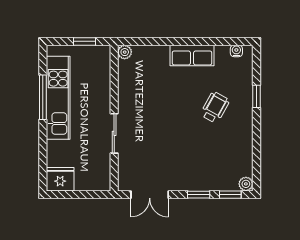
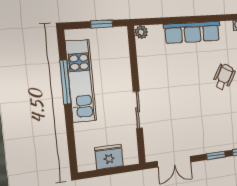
row of seats: (192, 55) -> (192, 32), width x1.48
fridge: (60, 179) -> (109, 157), moved

